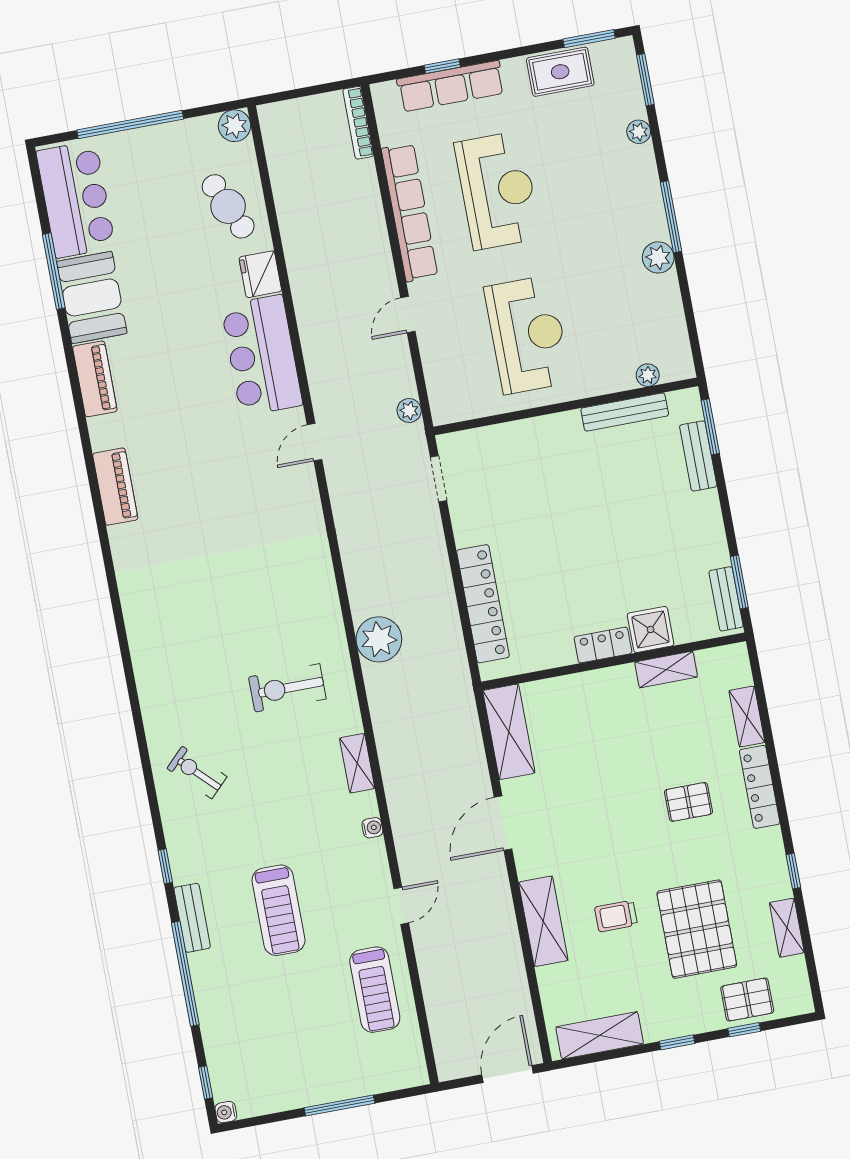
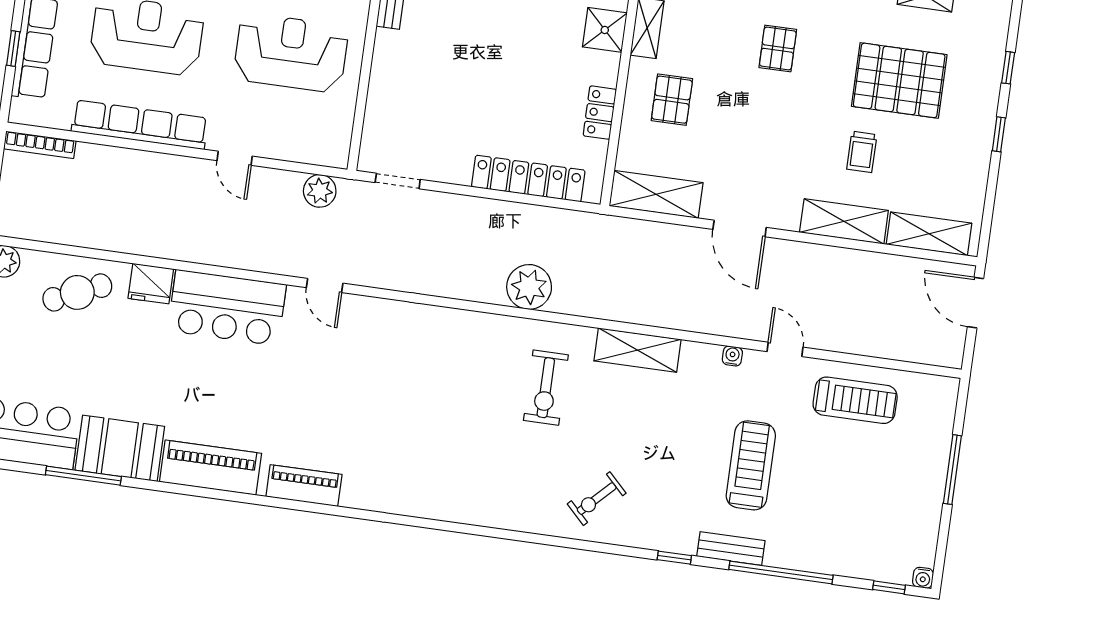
piano: (95, 379) -> (211, 468), width x1.37, depth x1.33
plant: (409, 411) -> (320, 191), width x1.38, depth x1.38
locker: (603, 645) -> (600, 113), moved
shelving: (357, 763) -> (637, 350), width x1.50, depth x1.33
water cooler: (372, 828) -> (732, 356), moved
treadmill: (279, 910) -> (751, 465), turned -90
pallet: (747, 1000) -> (672, 100), moved
shelving: (600, 1035) -> (929, 234), moved, turned 90

